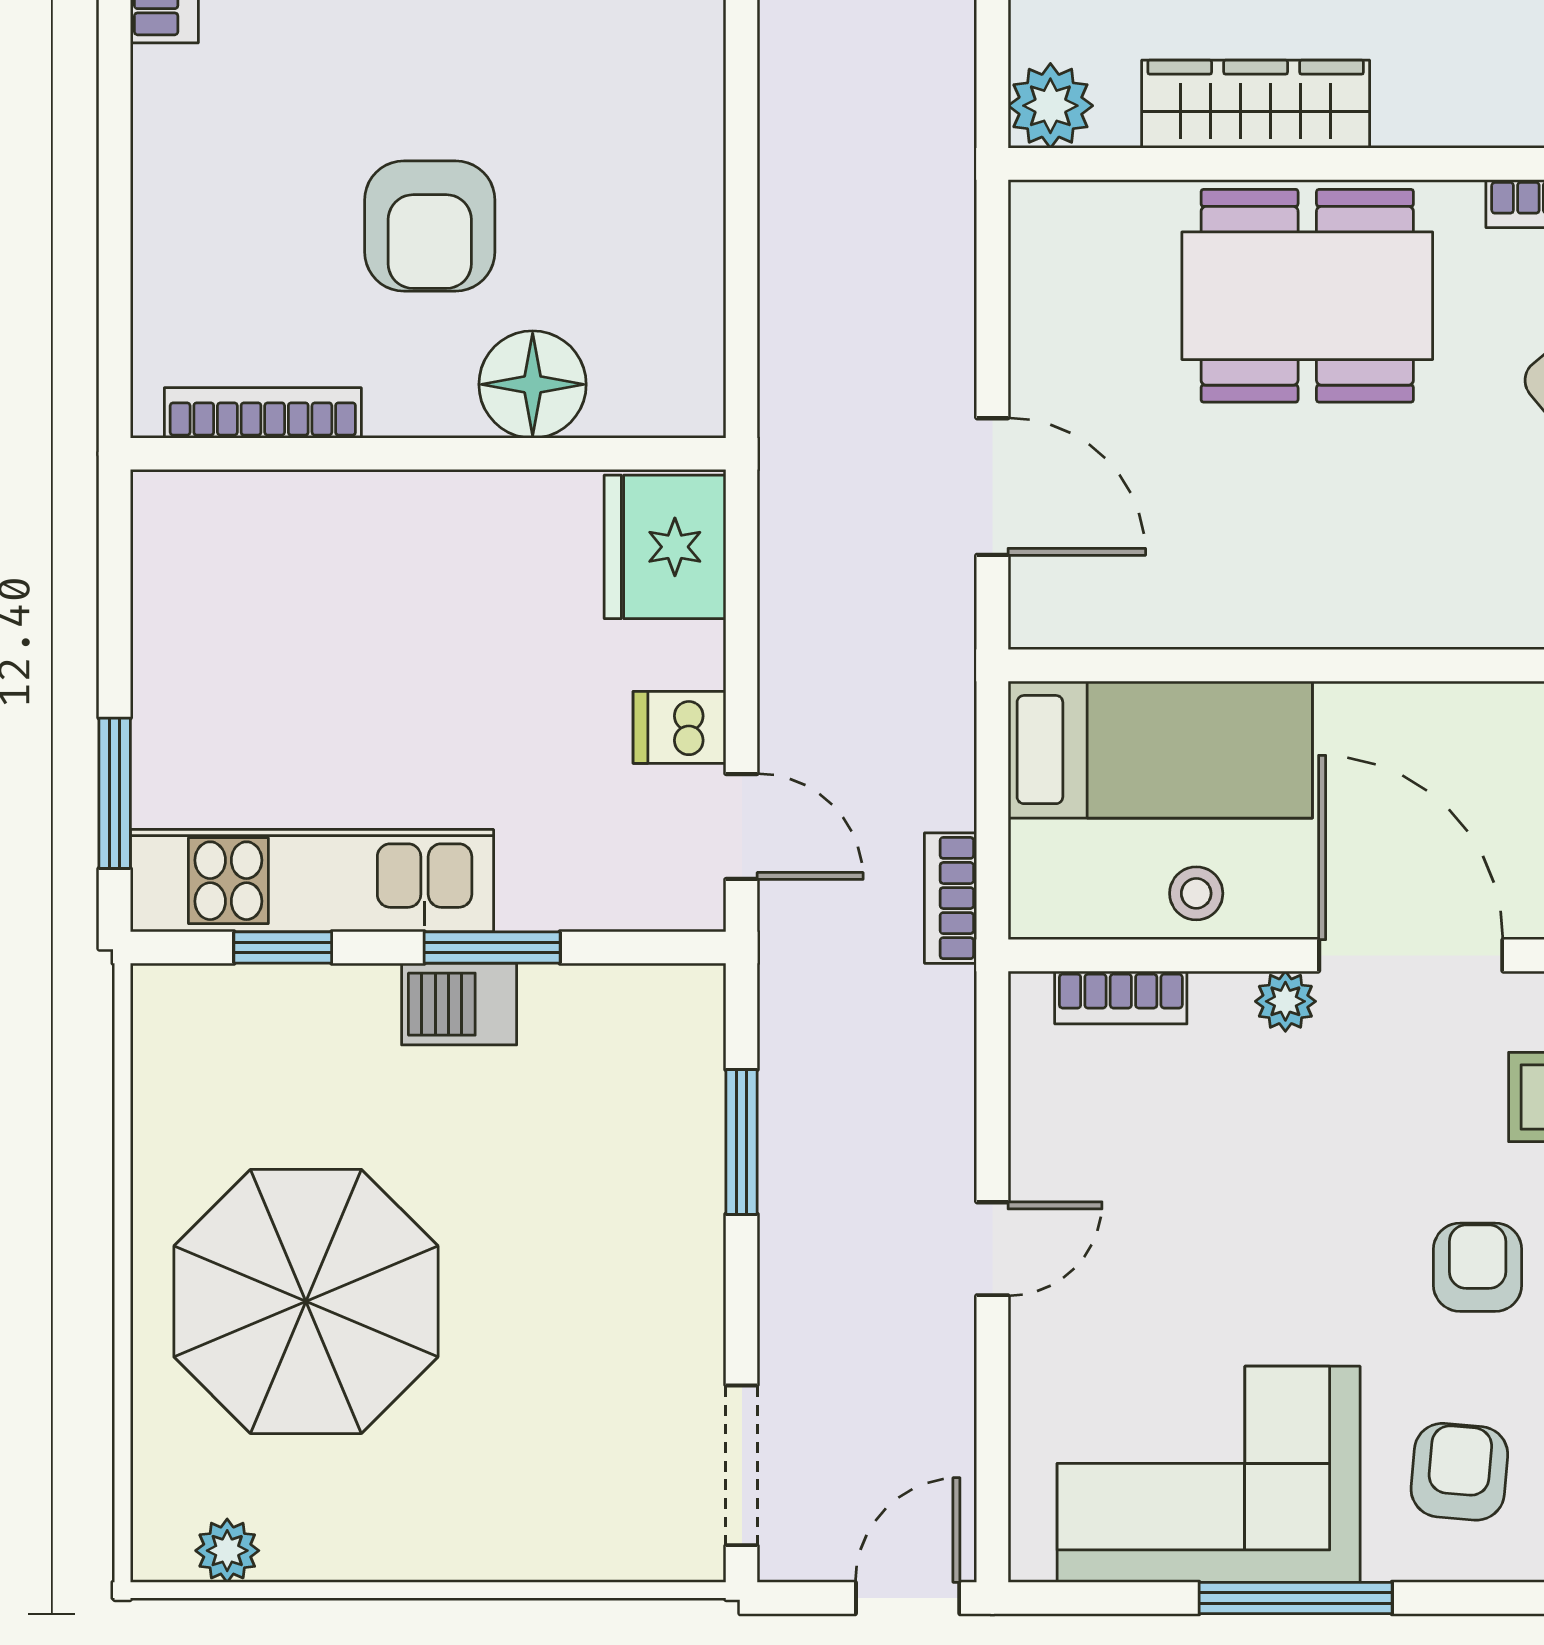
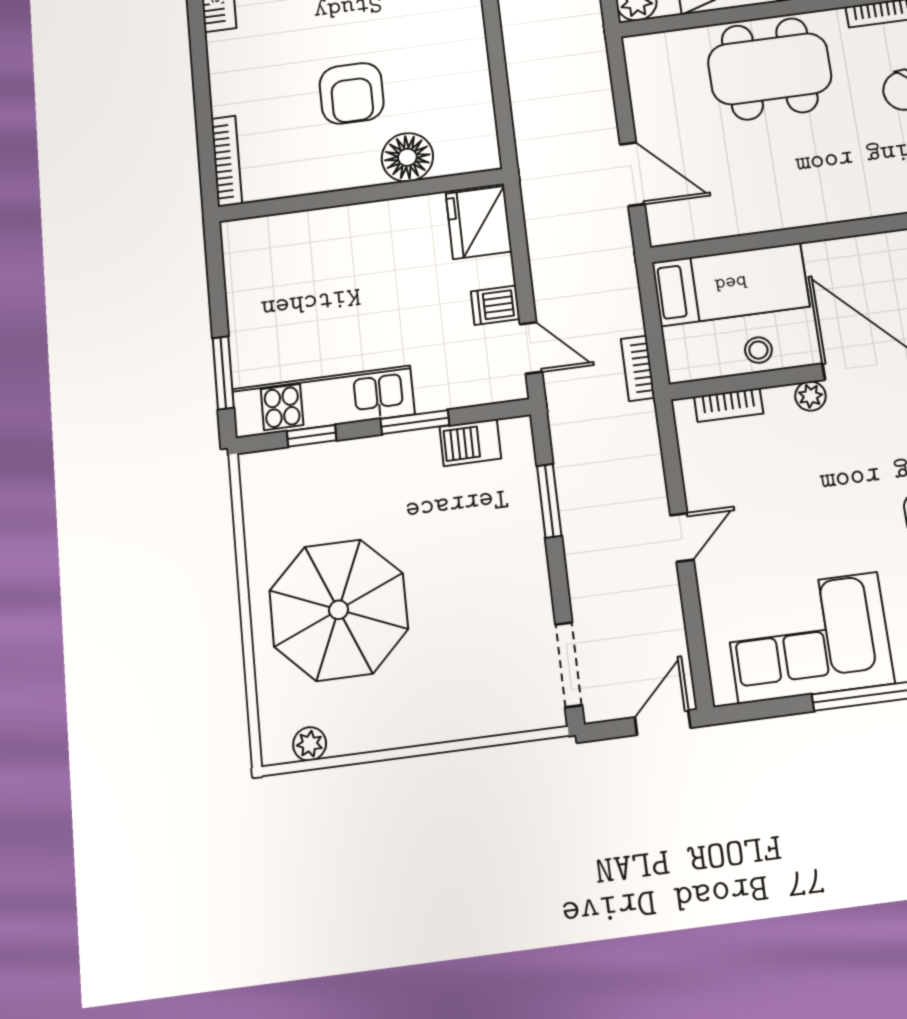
bookcase: (263, 413) -> (227, 161), moved, turned 90
barbecue: (459, 1004) -> (470, 443), moved

